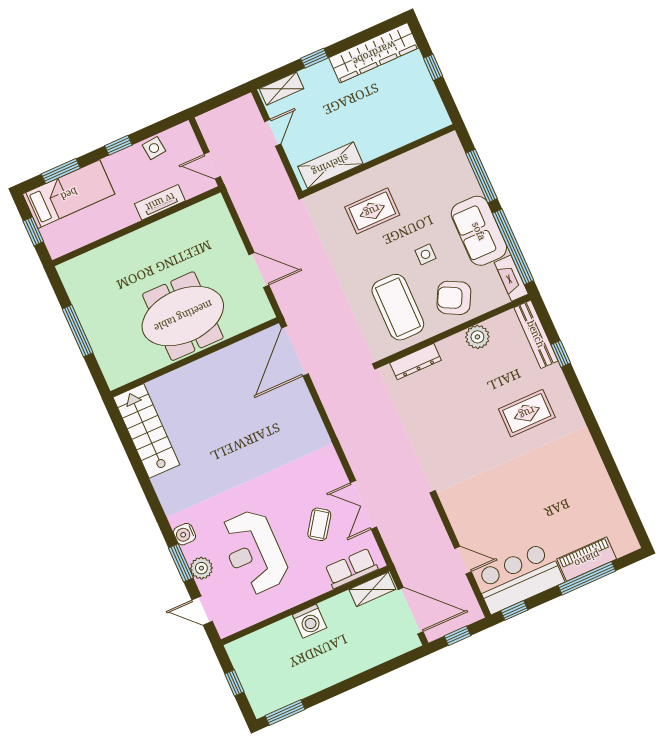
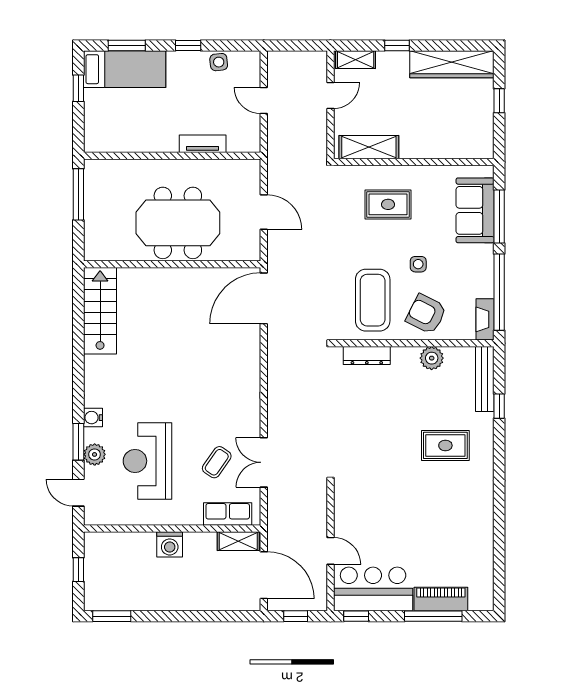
tv unit: (160, 202) -> (203, 144), moved
wall: (136, 226) -> (172, 156), moved
sofa: (479, 231) -> (475, 210), moved

